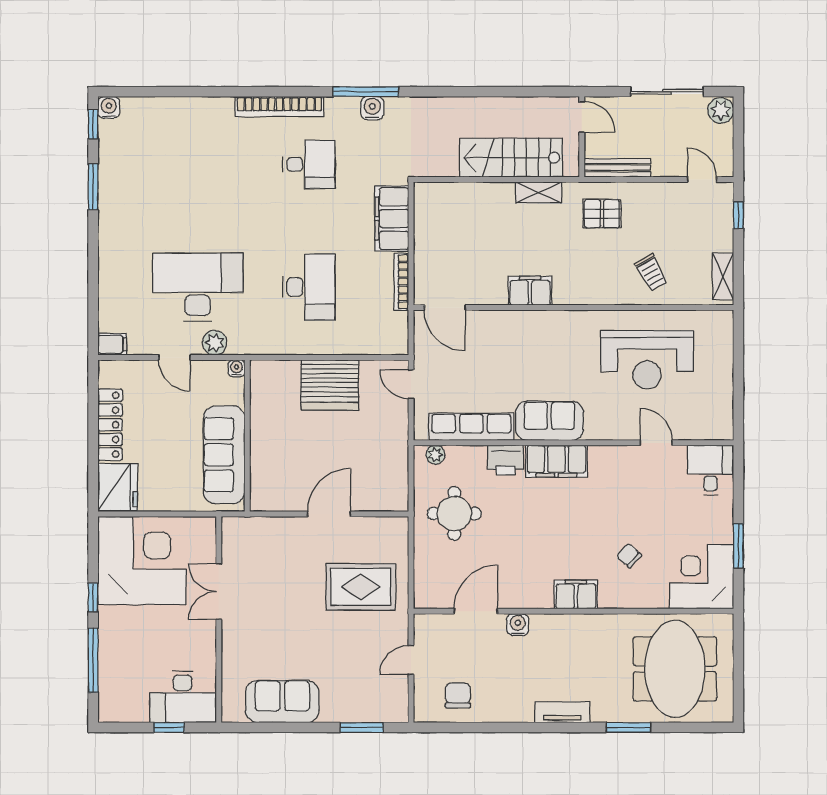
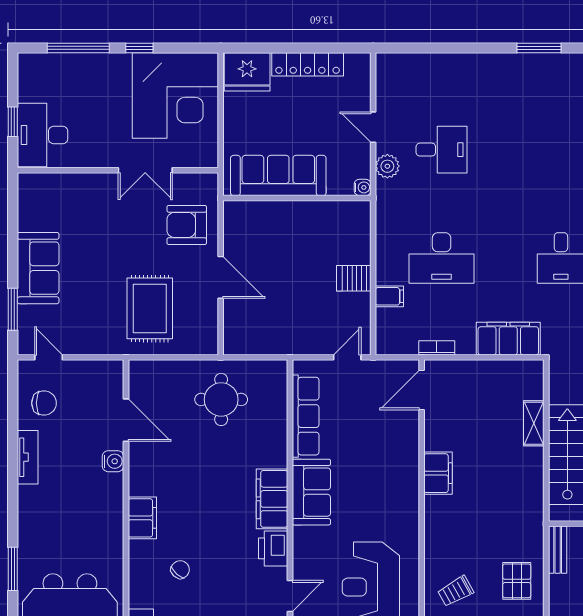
bench: (617, 168) -> (558, 550), width x0.73
shelving: (539, 192) -> (534, 423), moved
pallet: (602, 214) -> (517, 581), moved
bookcase: (401, 282) -> (437, 348), width x0.64
desk: (198, 287) -> (442, 150), width x0.53, depth x0.77
filing cabinet: (112, 344) -> (389, 296), moved, turned -90
door: (174, 357) -> (373, 127), hinge flipped
server rack: (330, 385) -> (354, 278), width x0.46, depth x0.70
plant: (435, 455) -> (278, 381), removed
printer: (506, 460) -> (273, 548), moved
armchair: (275, 549) -> (187, 225), added
double door: (219, 592) -> (145, 170), swing flipped
door: (411, 660) -> (49, 357), moved
sofa: (282, 701) -> (38, 268), moved
tv unit: (562, 712) -> (28, 457), moved

